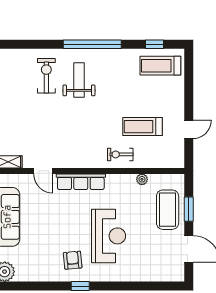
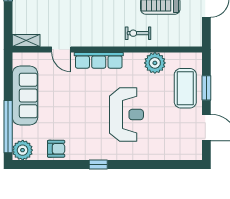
plant: (142, 179) -> (155, 63), width x1.88, depth x1.88
armchair: (73, 260) -> (56, 149), moved, turned 95

